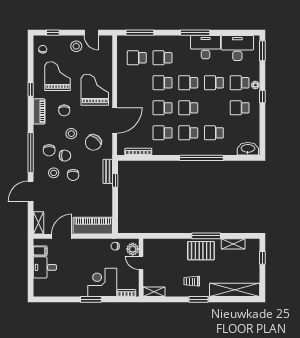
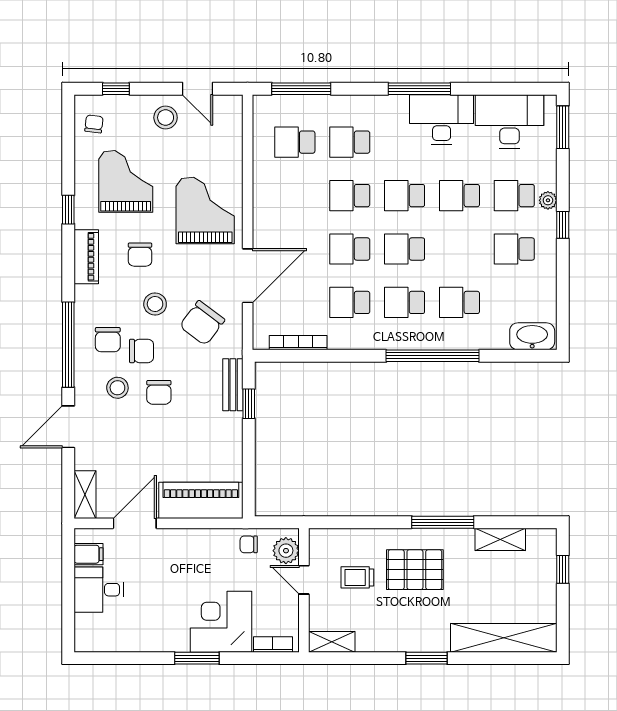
pallet: (201, 251) -> (415, 570), moved
trolley: (192, 281) -> (357, 577), moved

